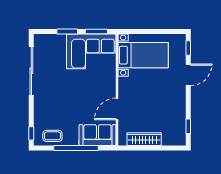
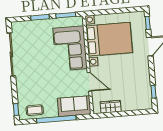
corner sofa: (91, 51) -> (70, 48), moved, turned 90
bed with nightstands: (143, 55) -> (109, 39), width x1.36
door: (117, 109) -> (89, 82), swing flipped
wardrobe: (144, 139) -> (111, 107), width x0.67

